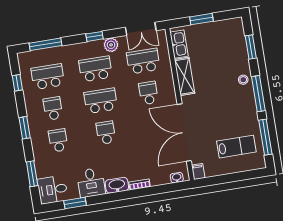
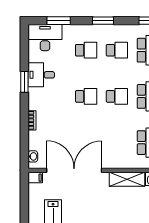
school desk: (148, 93) -> (117, 143), removed
school desk: (101, 101) -> (117, 96), width x0.54
washbasin: (117, 185) -> (35, 99), removed
desk: (53, 190) -> (45, 38), width x1.37
window: (75, 203) -> (24, 82), moved

